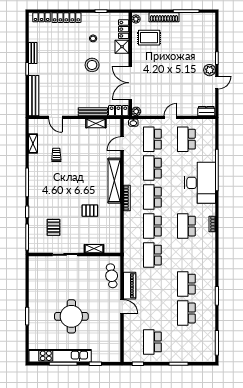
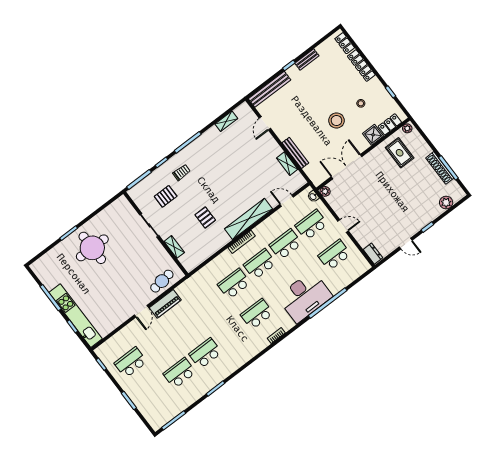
shoe rack: (164, 17) -> (440, 168), moved
plant: (210, 70) -> (446, 202), moved
locker: (118, 111) -> (314, 175), removed
trolley: (56, 155) -> (182, 172), moved
school desk: (152, 255) -> (208, 303), removed
round table: (71, 316) -> (92, 248), moved
kitchen unit: (60, 356) -> (75, 316), moved

